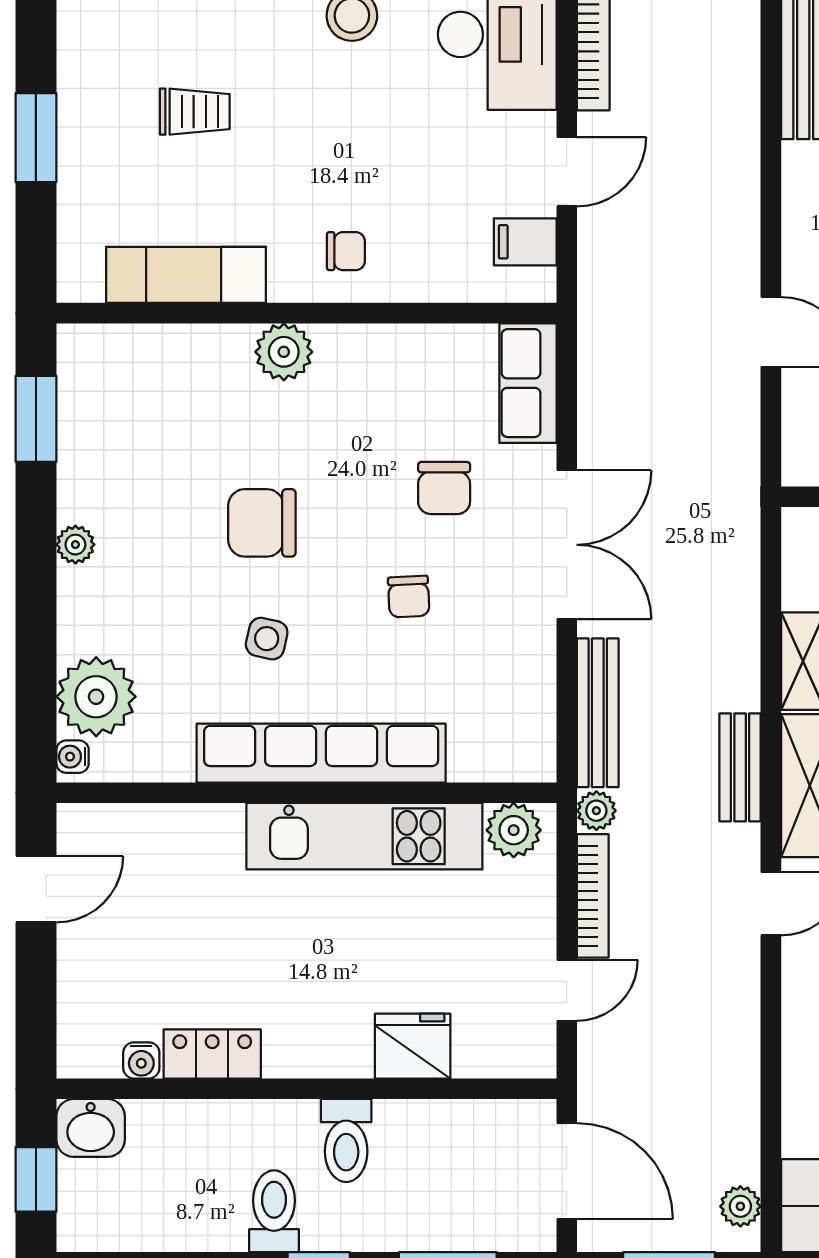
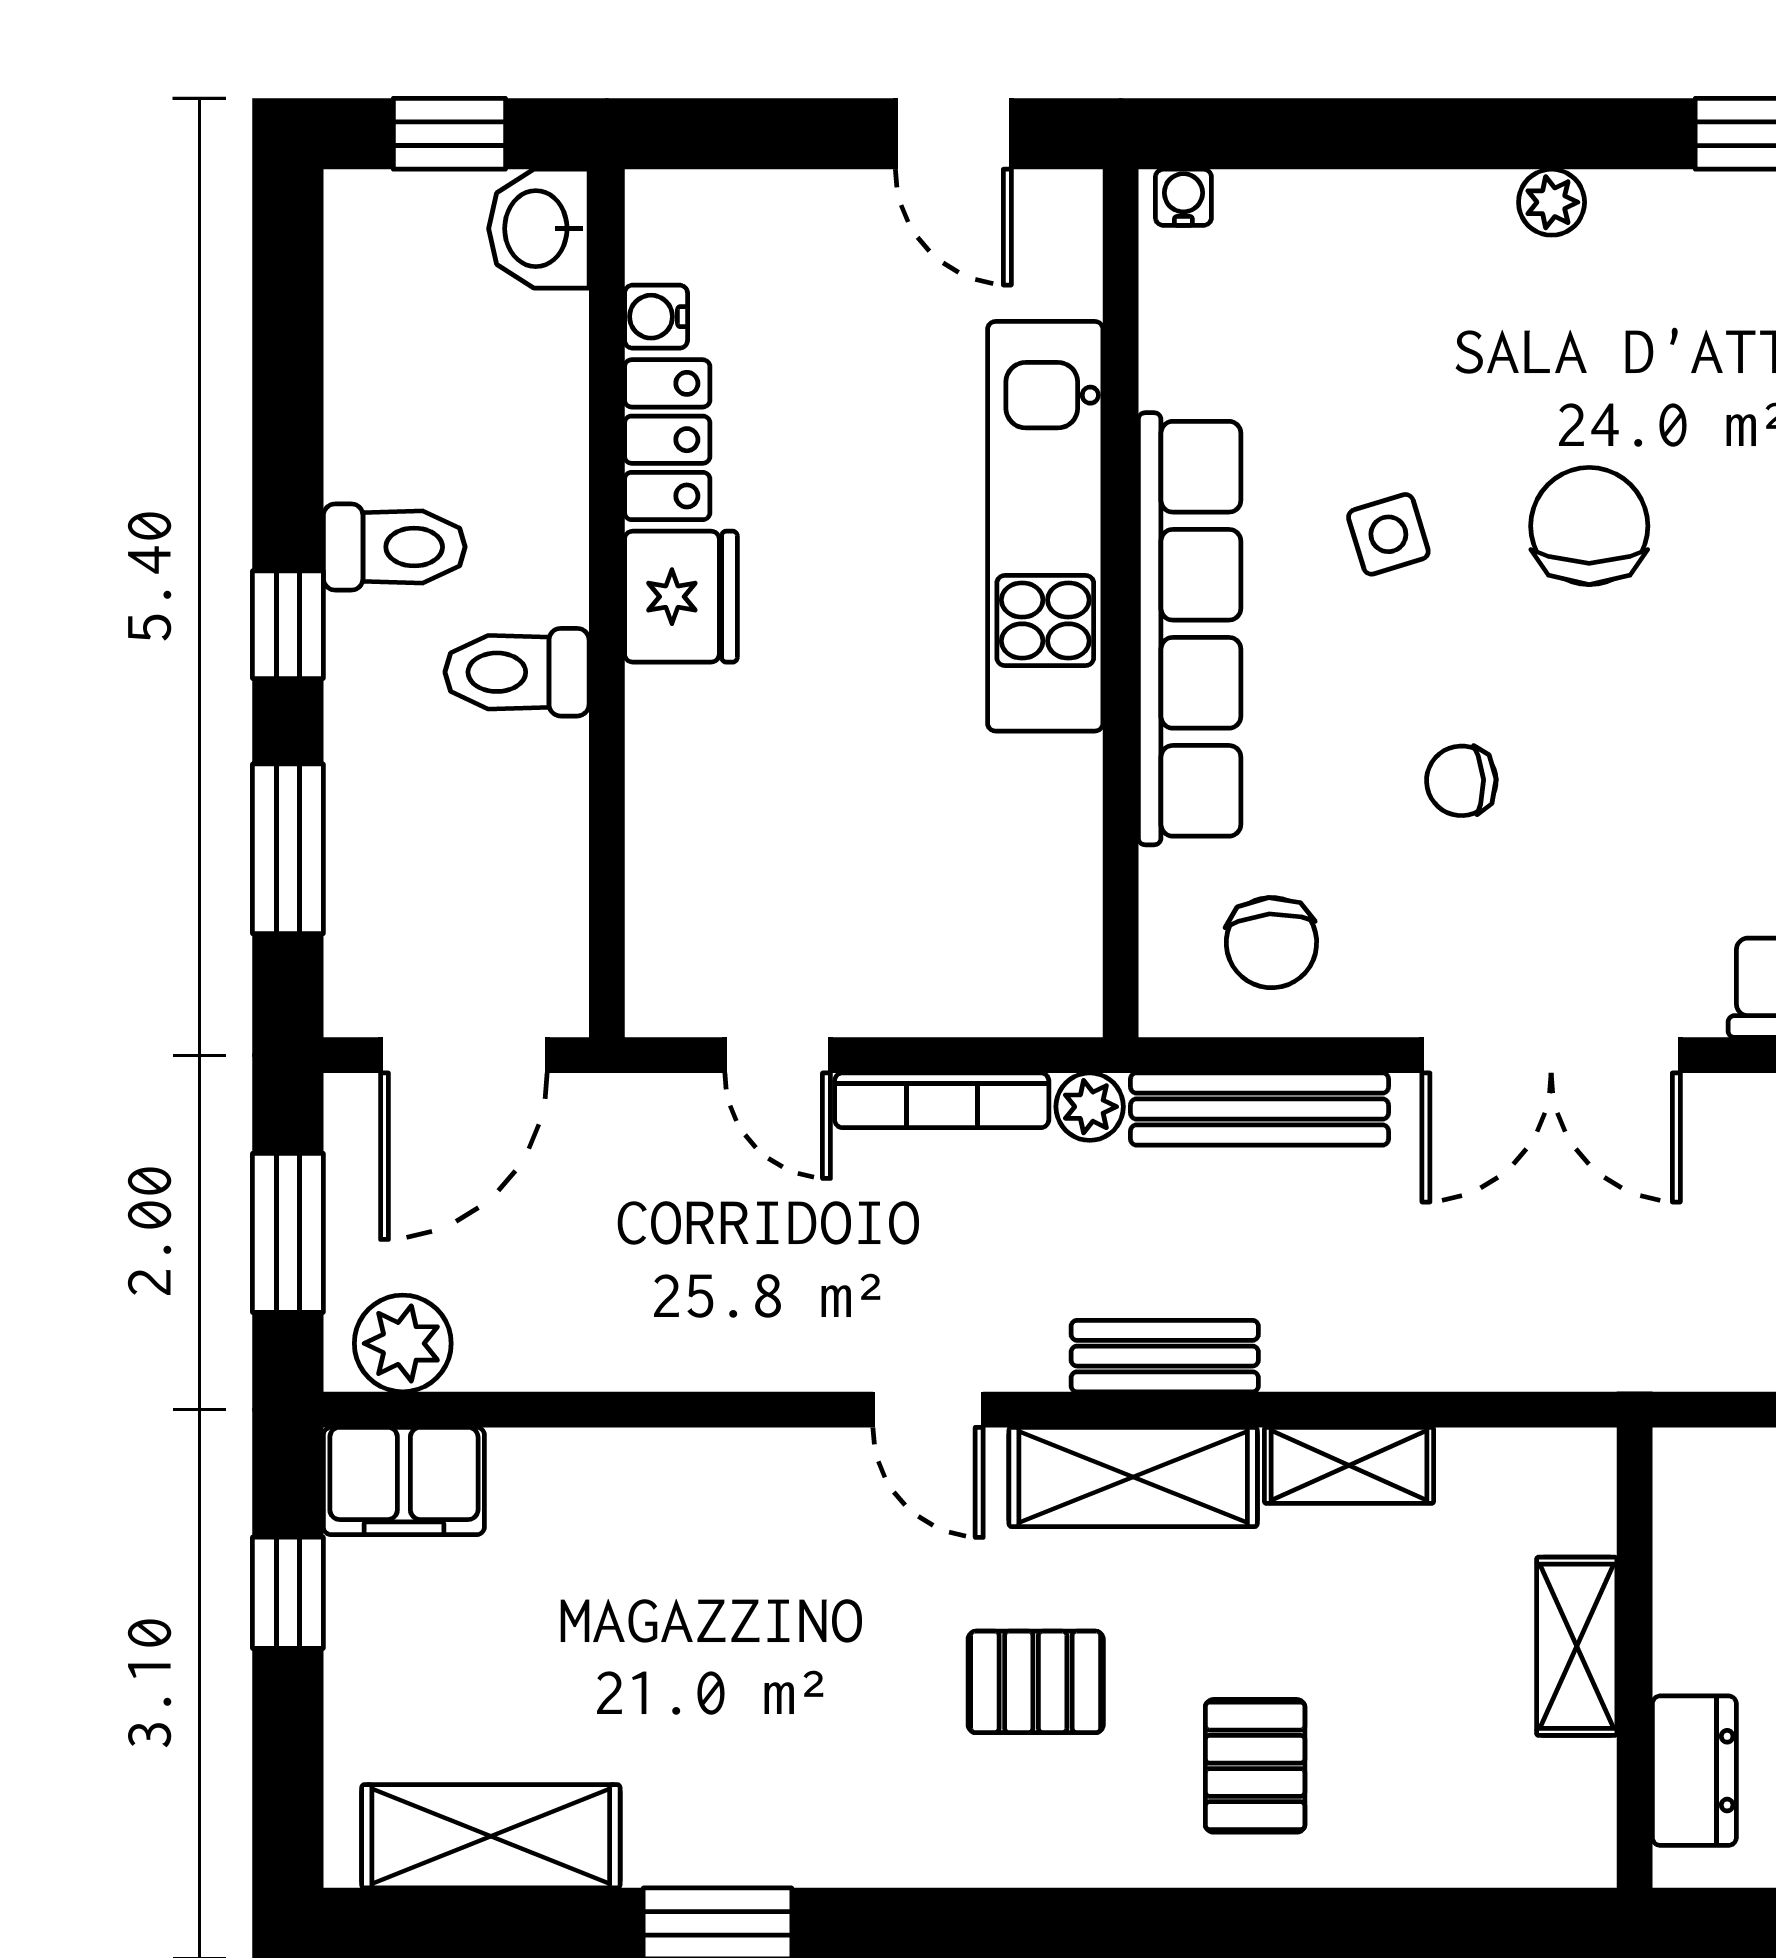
chair: (444, 488) -> (1271, 943), moved, turned -94
side table: (267, 639) -> (1388, 534), turned -30
plant: (96, 697) -> (1287, 238), removed
plant: (514, 830) -> (1056, 963), removed
kitchen unit: (364, 836) -> (1045, 526), moved
fridge: (413, 1046) -> (681, 597), moved
plant: (740, 1206) -> (403, 1343), width x1.38, depth x1.38

